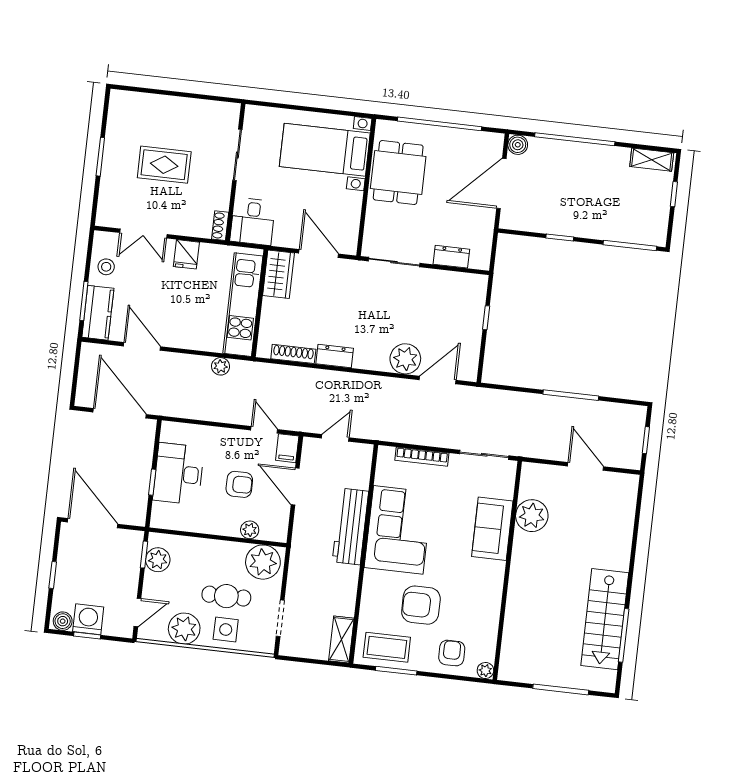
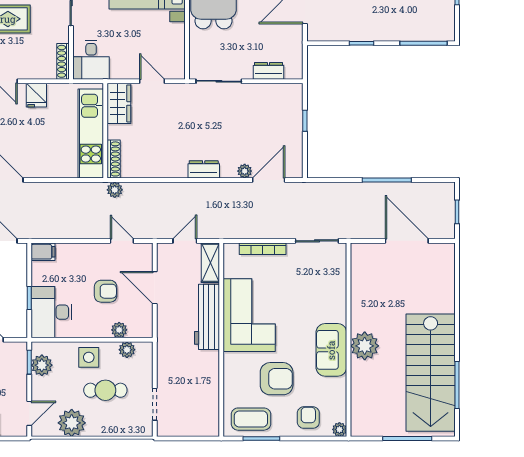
shoe rack: (220, 226) -> (63, 61), width x1.43
door: (319, 253) -> (152, 81), width x0.73
shoe rack: (293, 354) -> (114, 159), moved, turned 90
dresser: (335, 356) -> (204, 169), moved
plant: (405, 359) -> (245, 171), width x0.53, depth x0.53
plant: (221, 366) -> (115, 190), moved
filing cabinet: (287, 448) -> (43, 252), moved, turned -90
door: (585, 466) -> (407, 241), width x1.36
desk: (179, 474) -> (51, 312), moved
plant: (532, 516) -> (365, 346), moved
sofa: (492, 529) -> (331, 350), moved
plant: (263, 562) -> (127, 350), width x0.53, depth x0.53
armchair: (421, 605) -> (277, 379), turned 180
stairs: (605, 619) -> (431, 373), width x1.36, depth x1.51
side table: (226, 630) -> (89, 357), moved
shelving: (341, 640) -> (210, 263), moved

